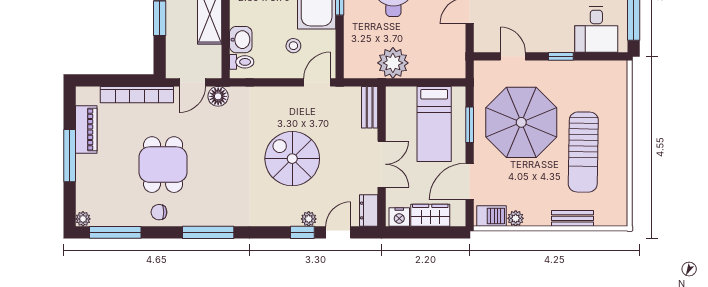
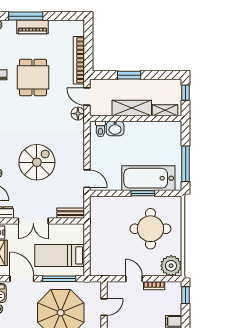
stool: (293, 46) -> (111, 163), removed
plant: (393, 63) -> (100, 228), removed
window: (470, 125) -> (59, 279), width x1.44
piano: (86, 129) -> (33, 27), moved
window: (70, 156) -> (26, 16), moved
dining table: (163, 165) -> (33, 77), turned 90

